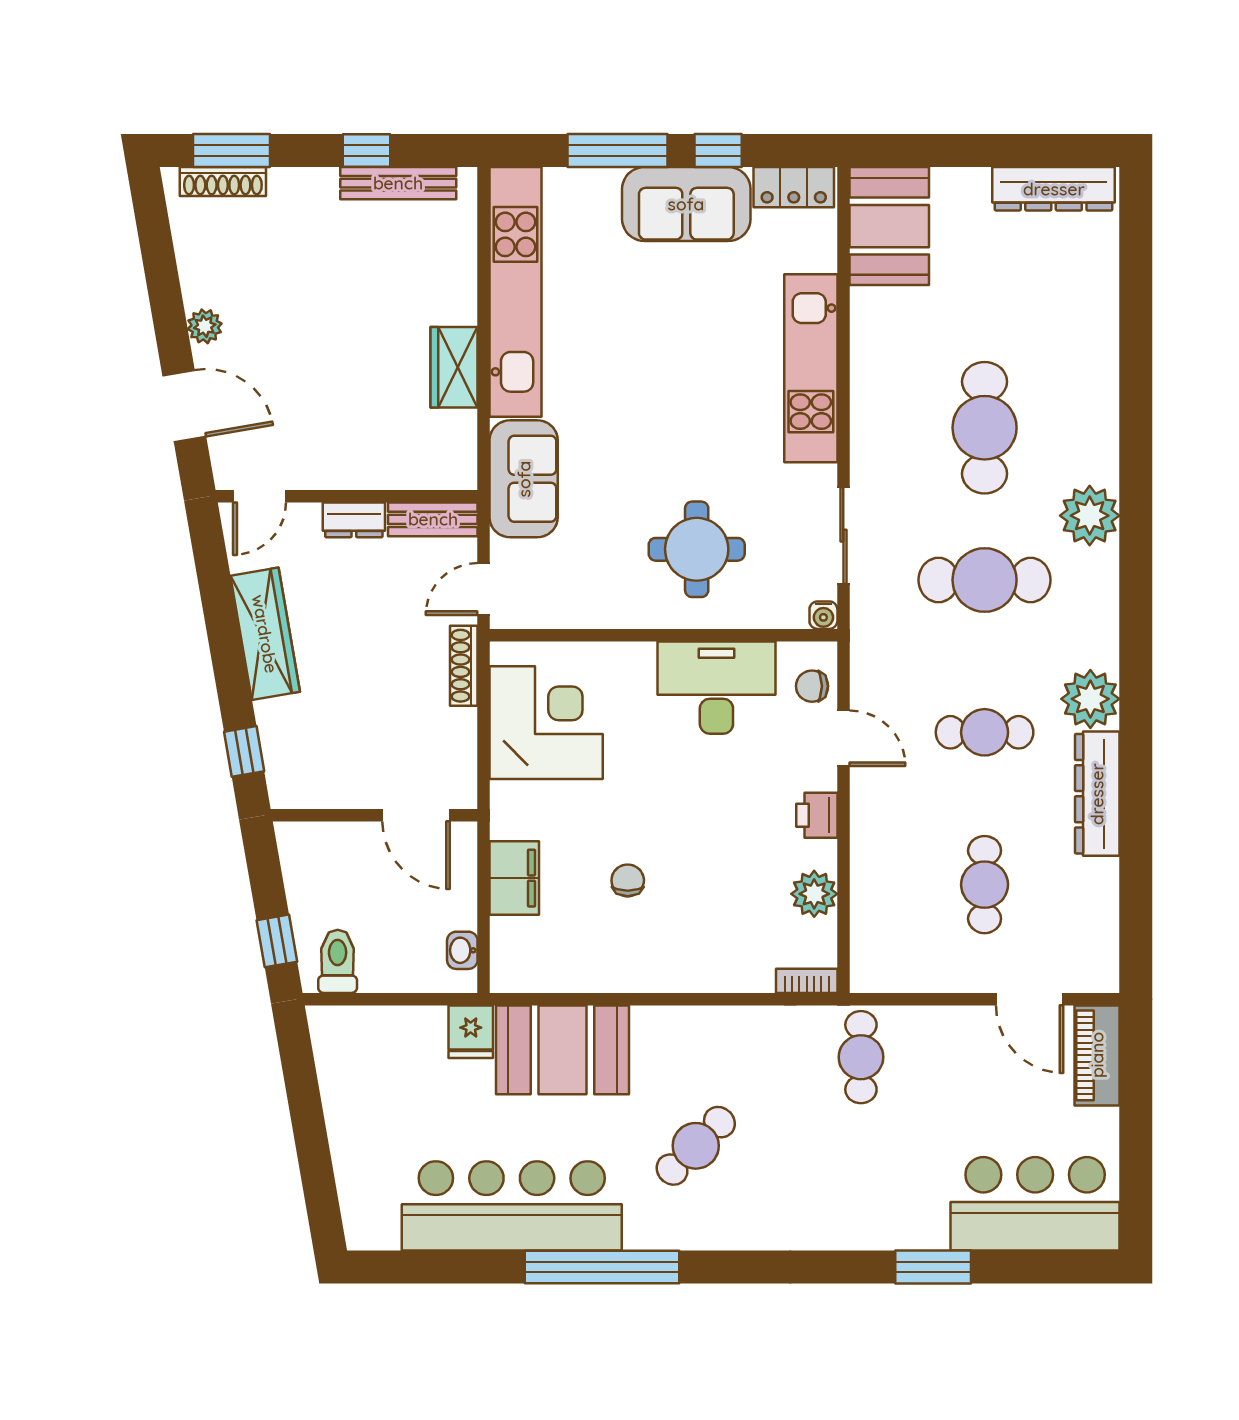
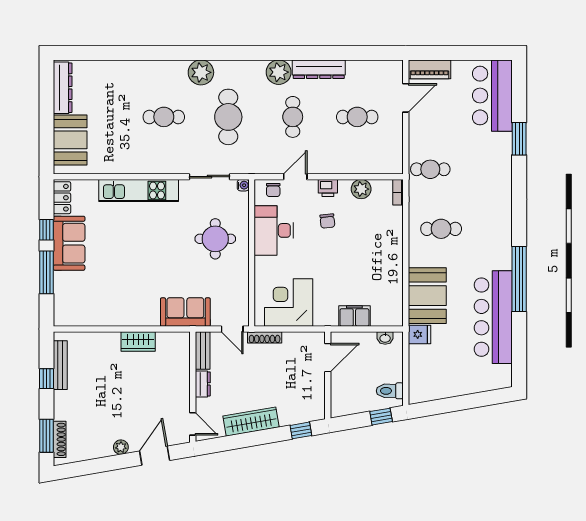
booth: (889, 226) -> (70, 140), moved, turned 90
kitchen unit: (516, 292) -> (106, 316), removed
cafe table: (985, 428) -> (164, 117), width x0.73, depth x0.74
chair: (628, 880) -> (327, 221), moved, turned -96
cafe table: (696, 1146) -> (441, 229), moved, turned -45

